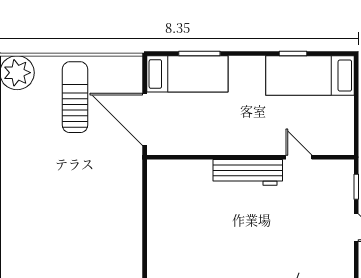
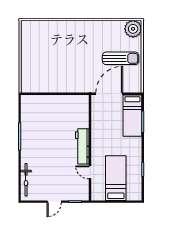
bed: (310, 76) -> (116, 178), moved
door: (299, 157) -> (90, 172), swing flipped

